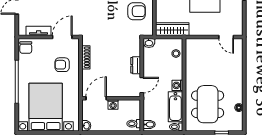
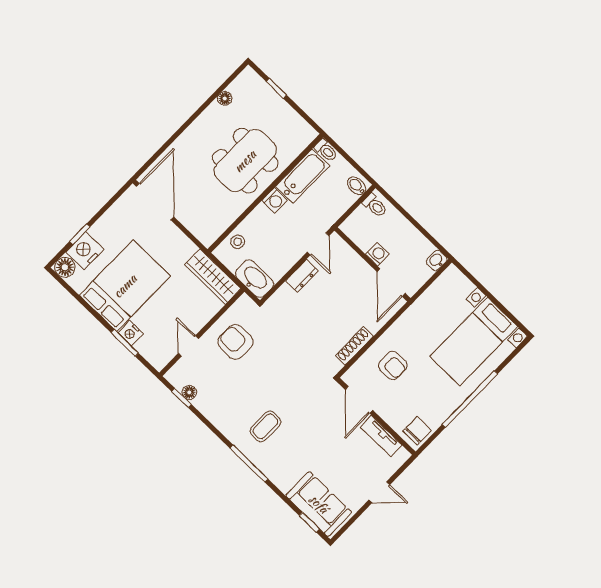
door: (62, 37) -> (359, 400), hinge flipped
door: (226, 37) -> (155, 202), width x1.88
washbasin: (149, 43) -> (254, 279), width x1.91, depth x1.45
door: (142, 85) -> (318, 244), swing flipped
door: (96, 98) -> (391, 283), hinge flipped
dining table: (208, 104) -> (245, 161), moved
bed with nightstands: (46, 107) -> (474, 341), width x0.73

